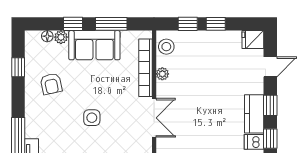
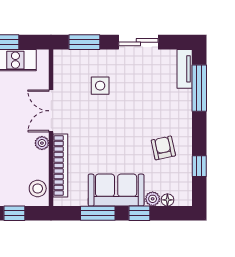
plant: (162, 74) -> (42, 143), moved
side table: (92, 118) -> (100, 86), moved

